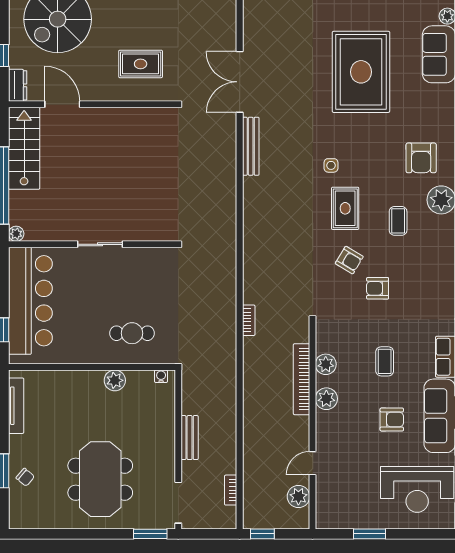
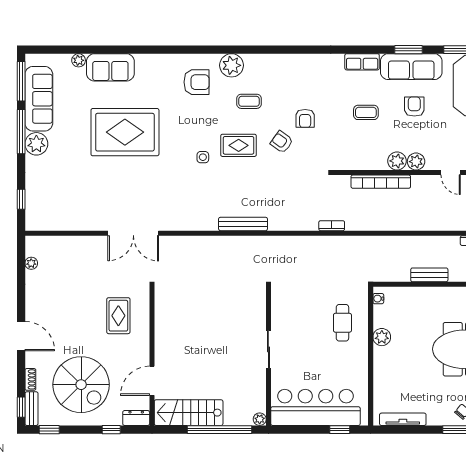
bench: (251, 146) -> (243, 224), moved
armchair: (349, 260) -> (282, 142), turned -85
plant: (326, 364) -> (416, 162), moved

